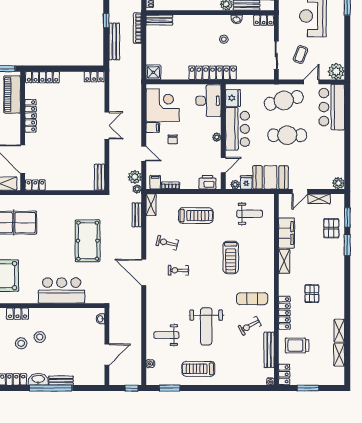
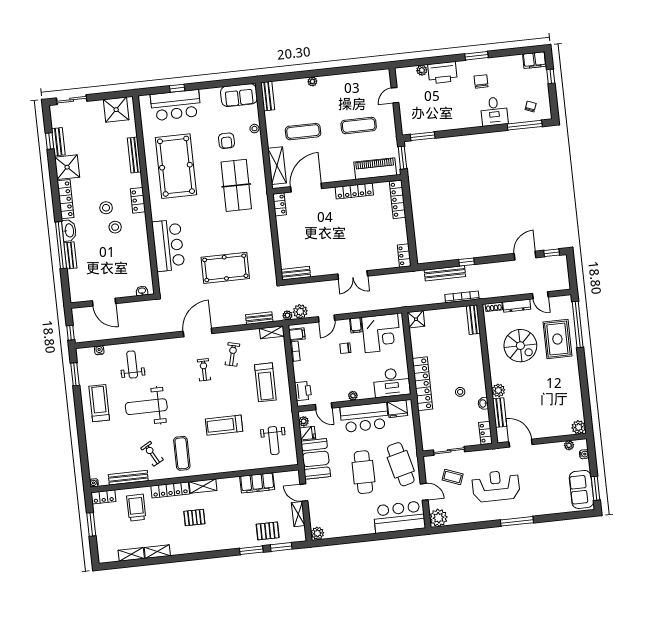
shelving: (284, 261) -> (203, 486), moved

